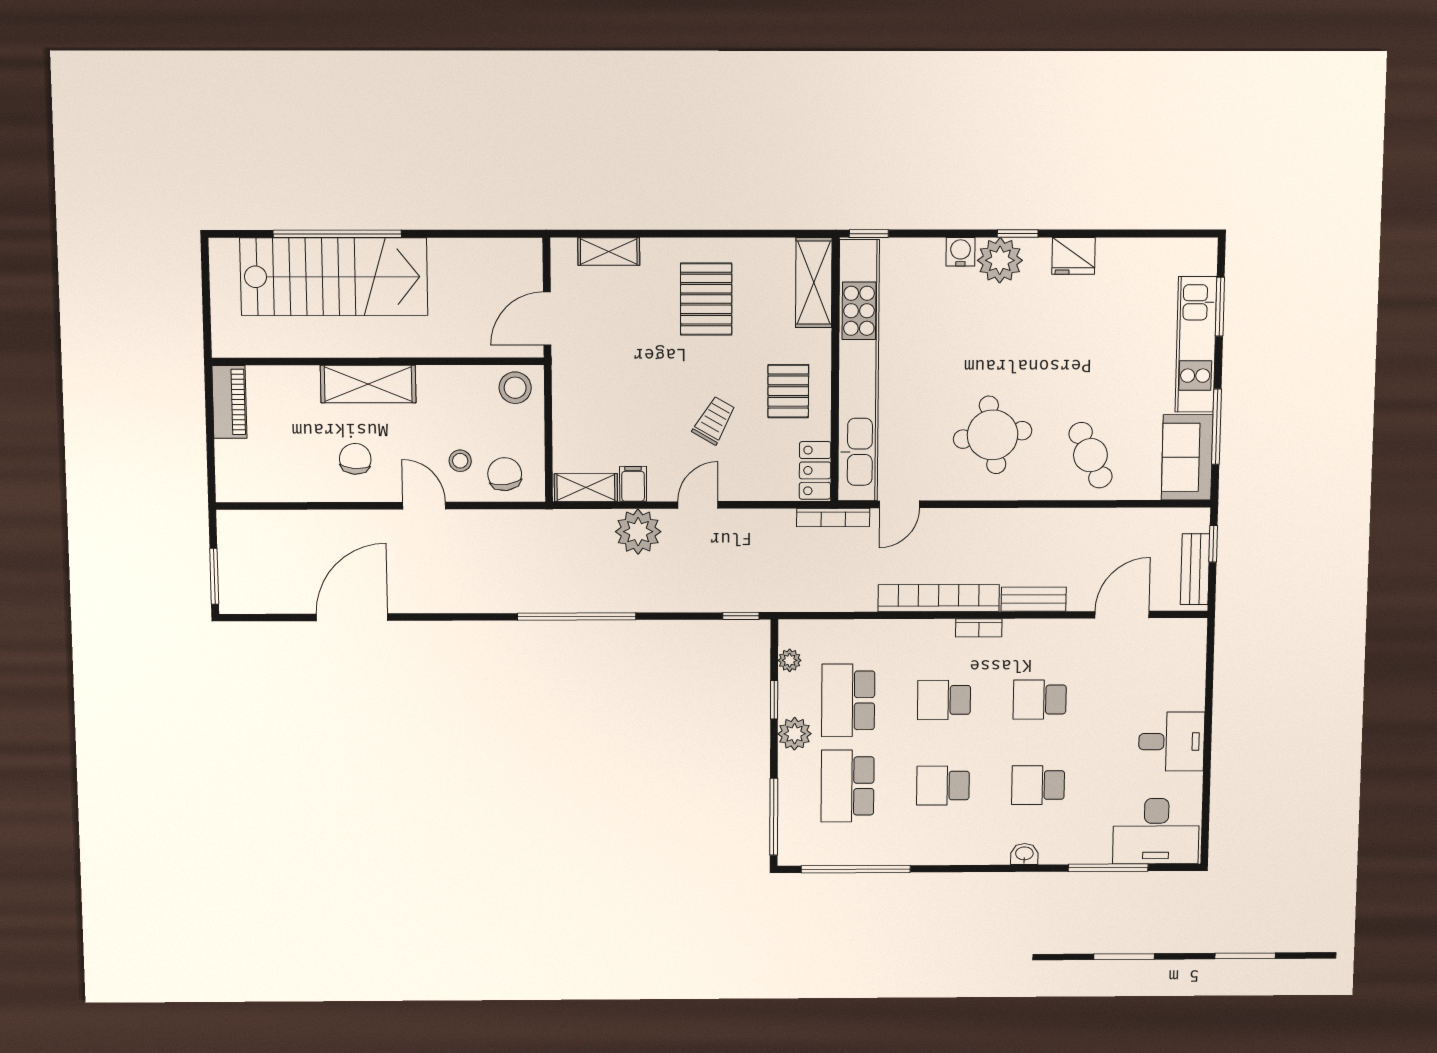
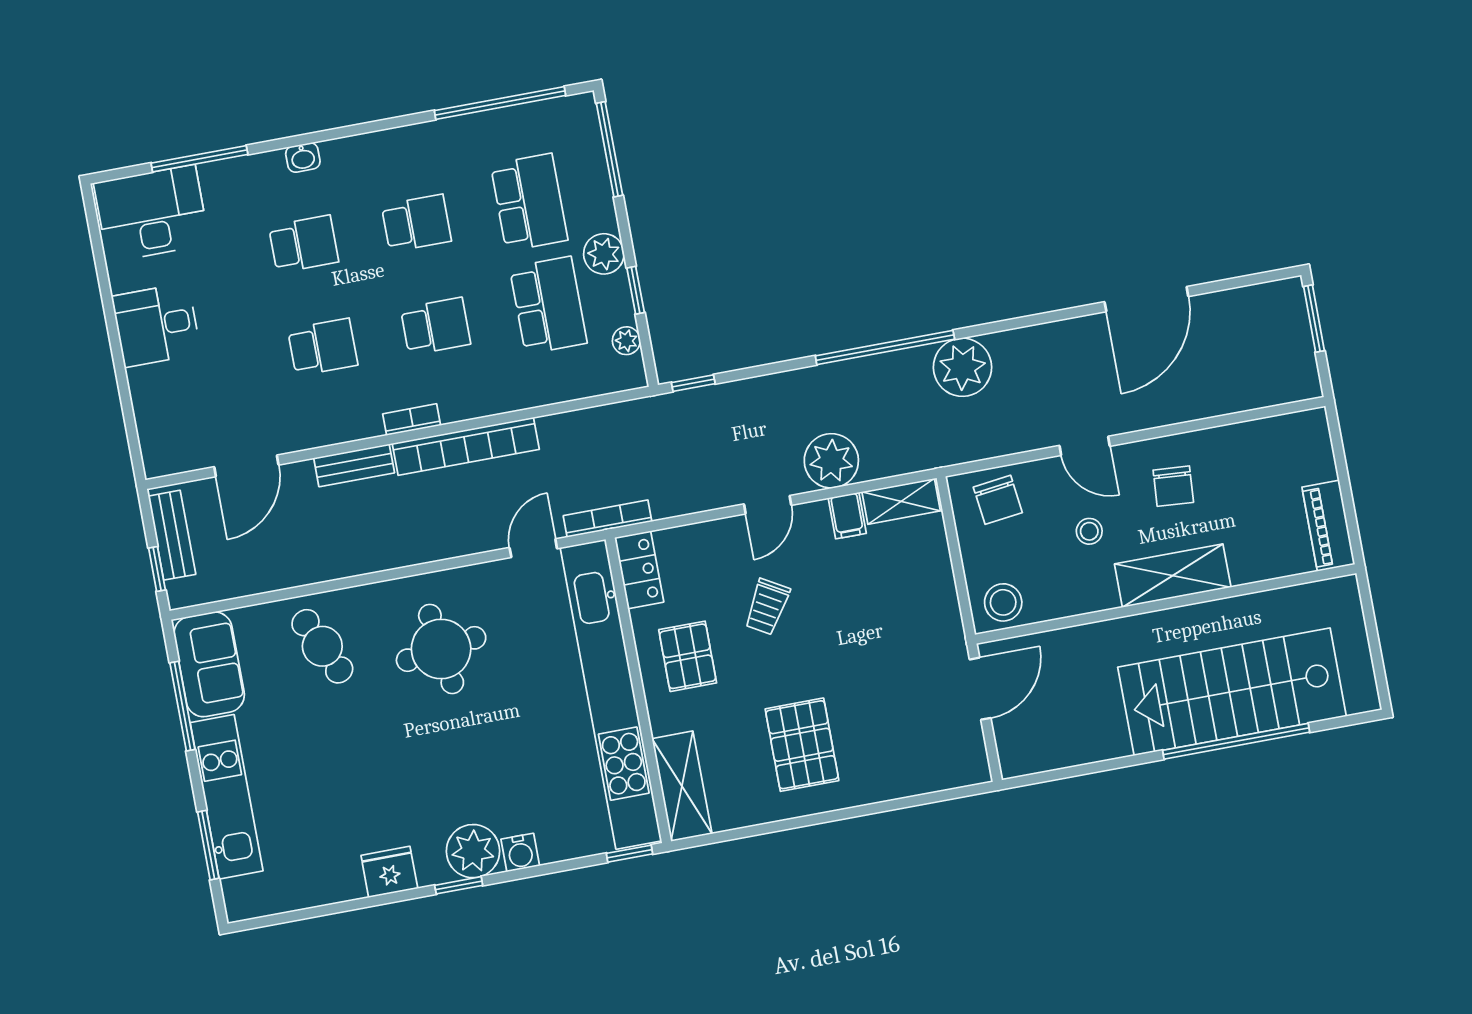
shelving: (609, 252) -> (923, 778), removed
stool: (460, 461) -> (1089, 531), moved
plant: (515, 589) -> (962, 367), added

